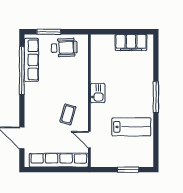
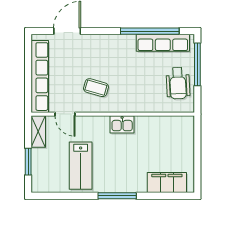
window: (49, 32) -> (197, 64), width x1.44
filing cabinet: (131, 42) -> (167, 183), moved, turned 90
door: (89, 140) -> (65, 114), swing flipped
shelving: (104, 161) -> (38, 132), added

